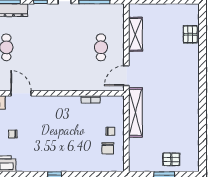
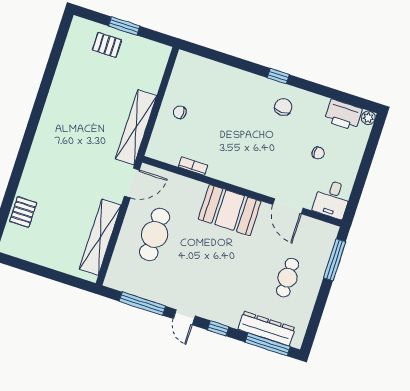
shelving: (135, 34) -> (100, 237), width x1.47
cafe table: (101, 47) -> (155, 234), width x1.37, depth x1.35
booth: (58, 79) -> (230, 210), added
chair: (108, 148) -> (283, 107), moved

